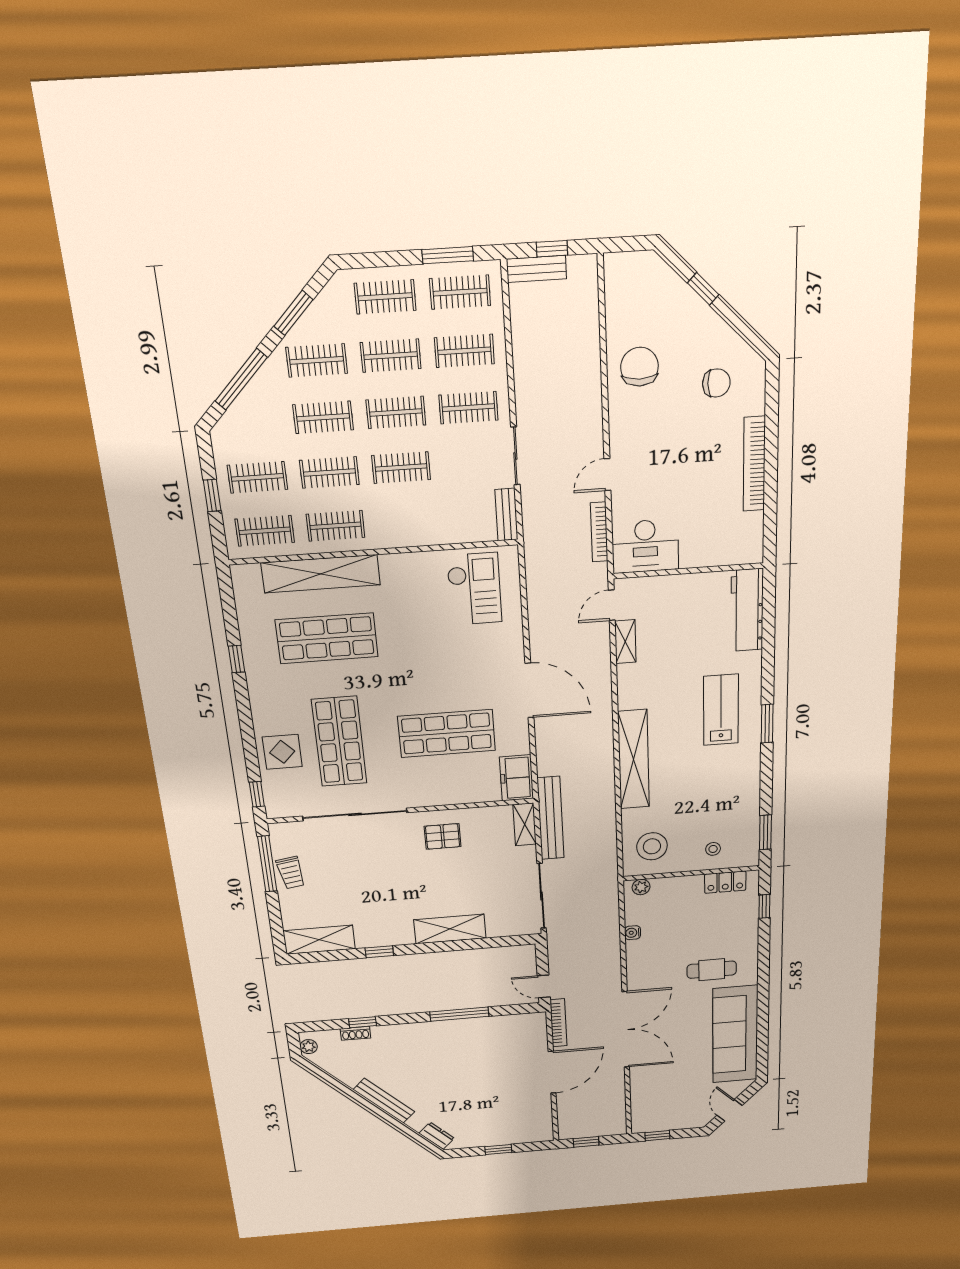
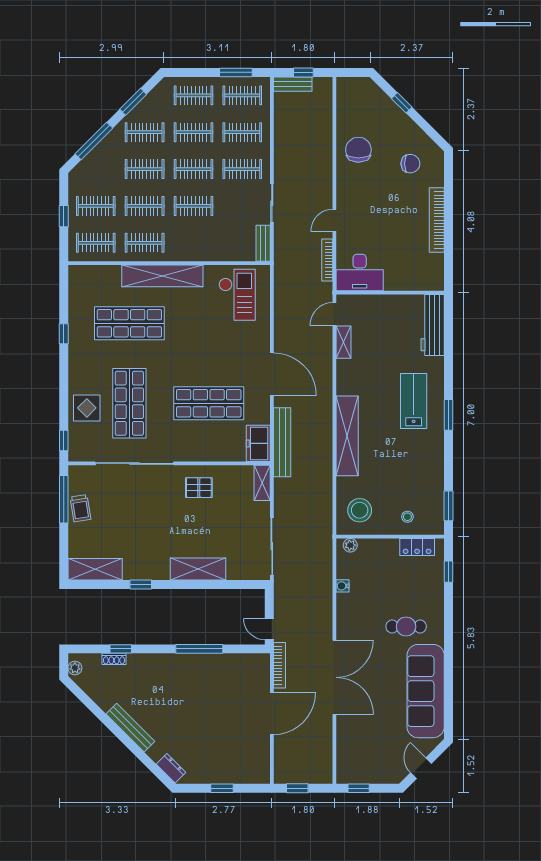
shelving: (321, 574) -> (162, 276), moved
bench: (551, 818) -> (282, 442), moved

